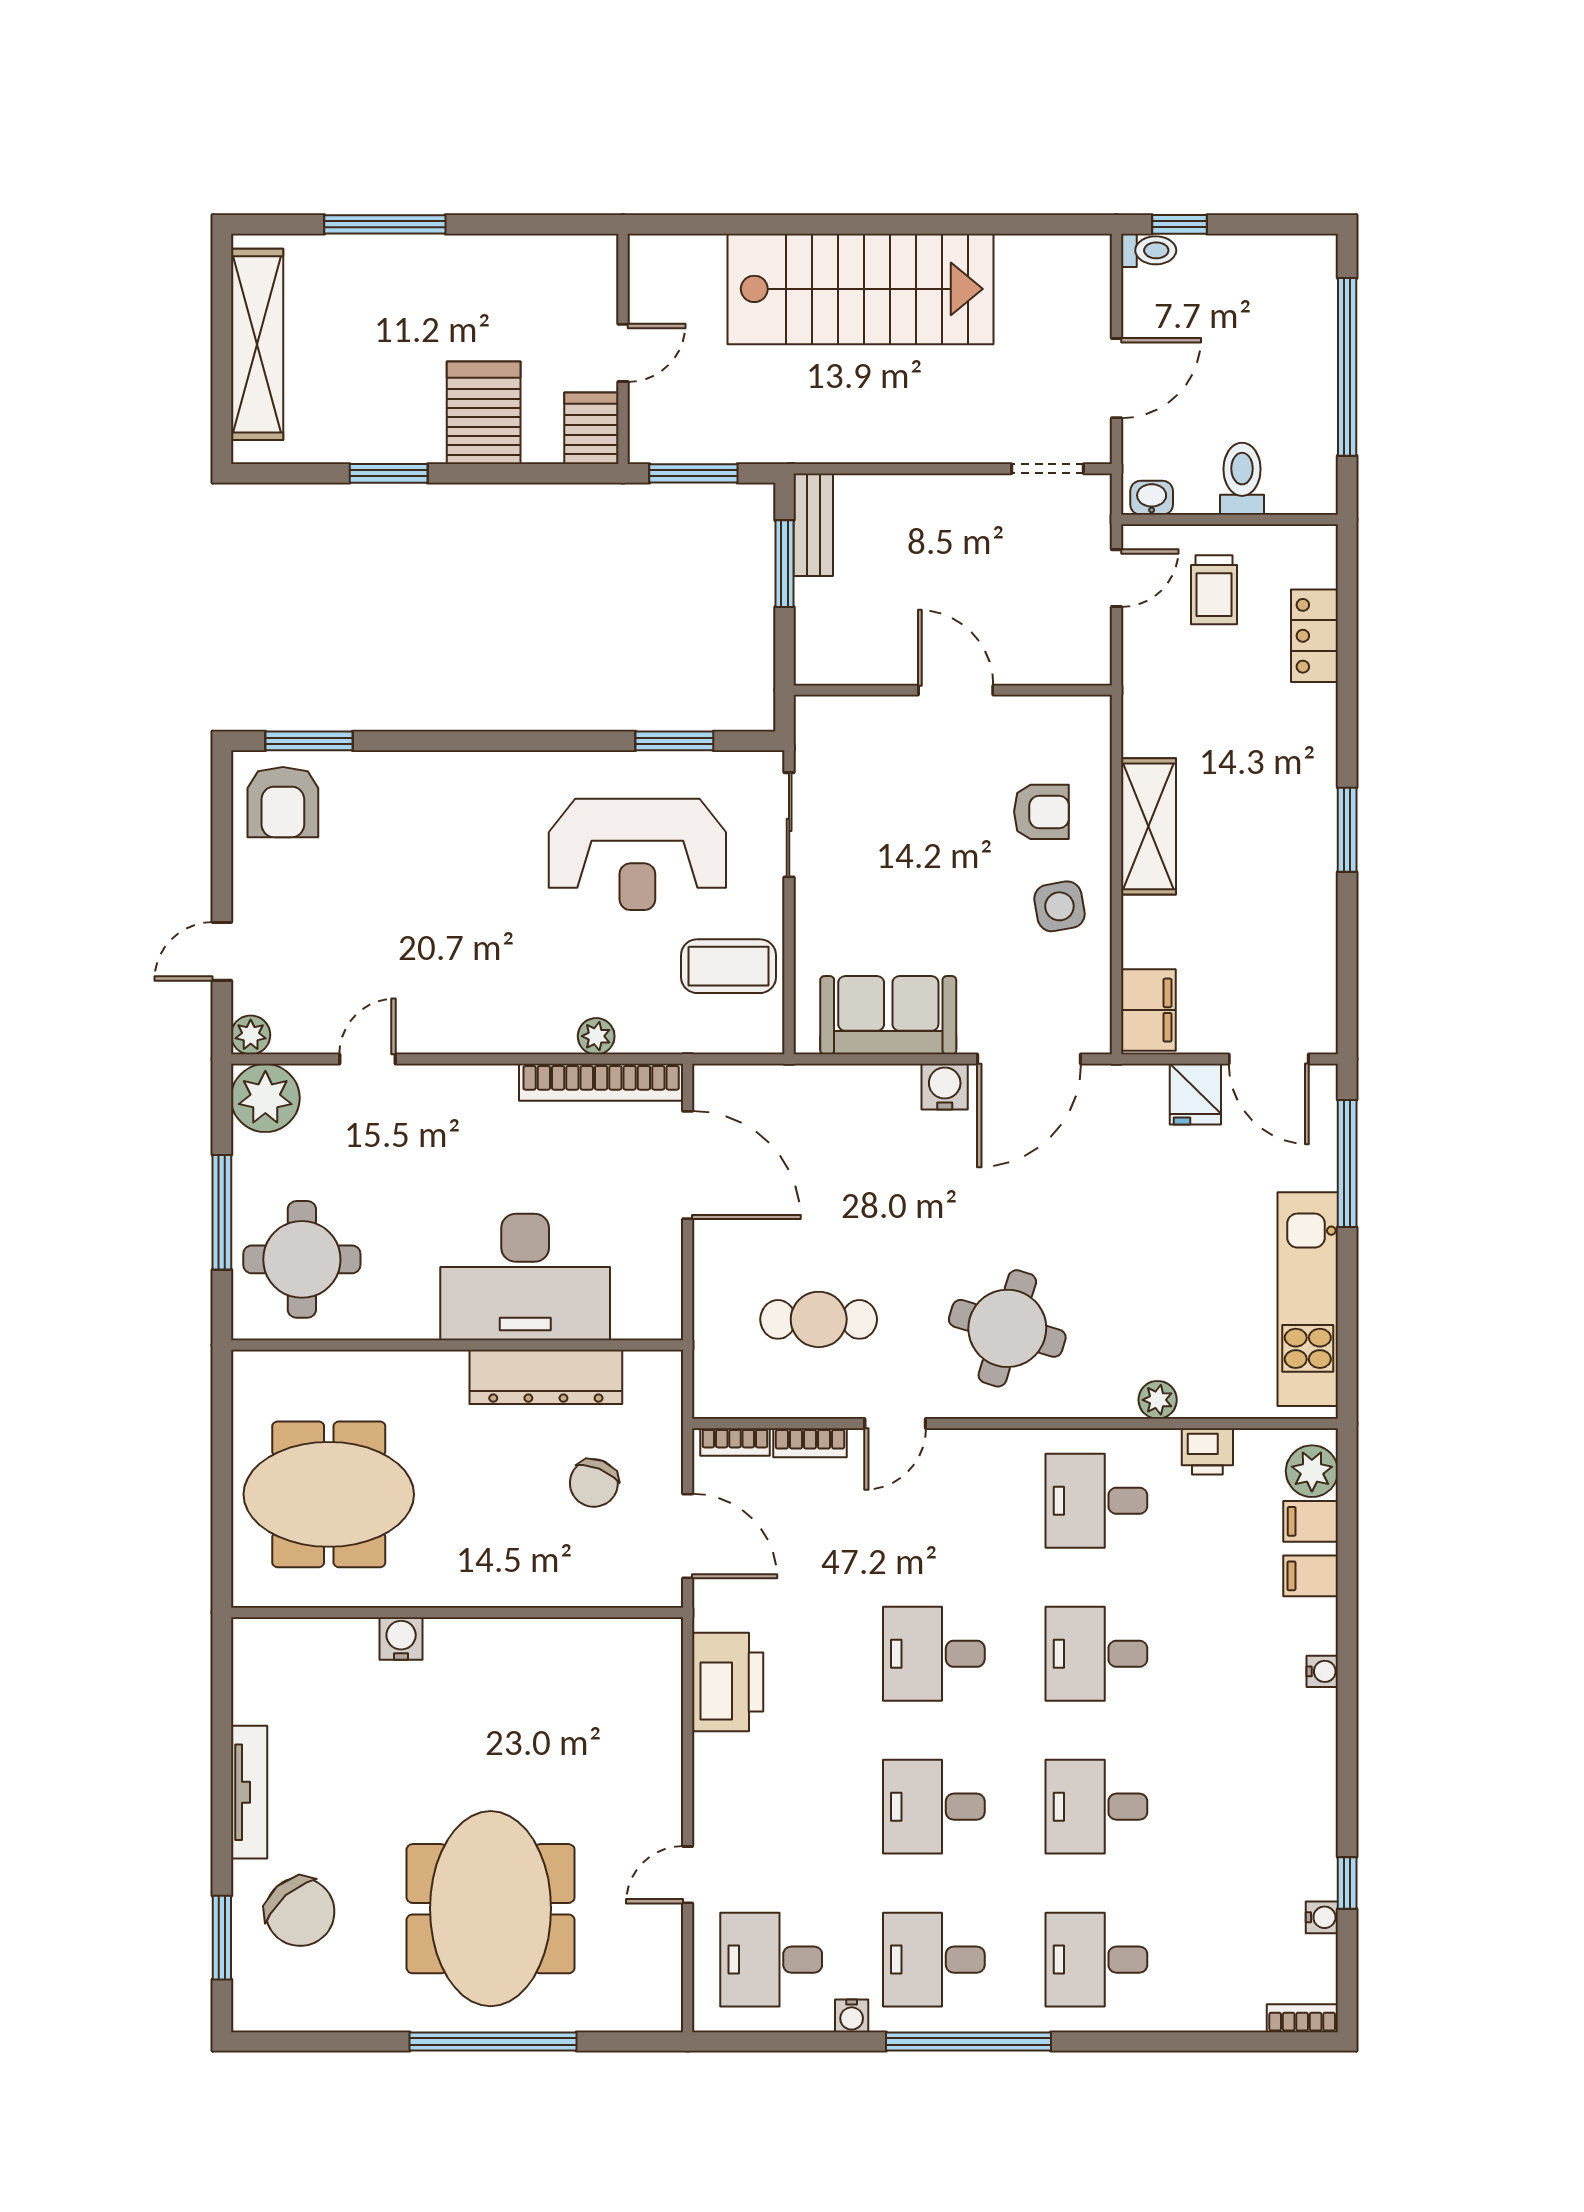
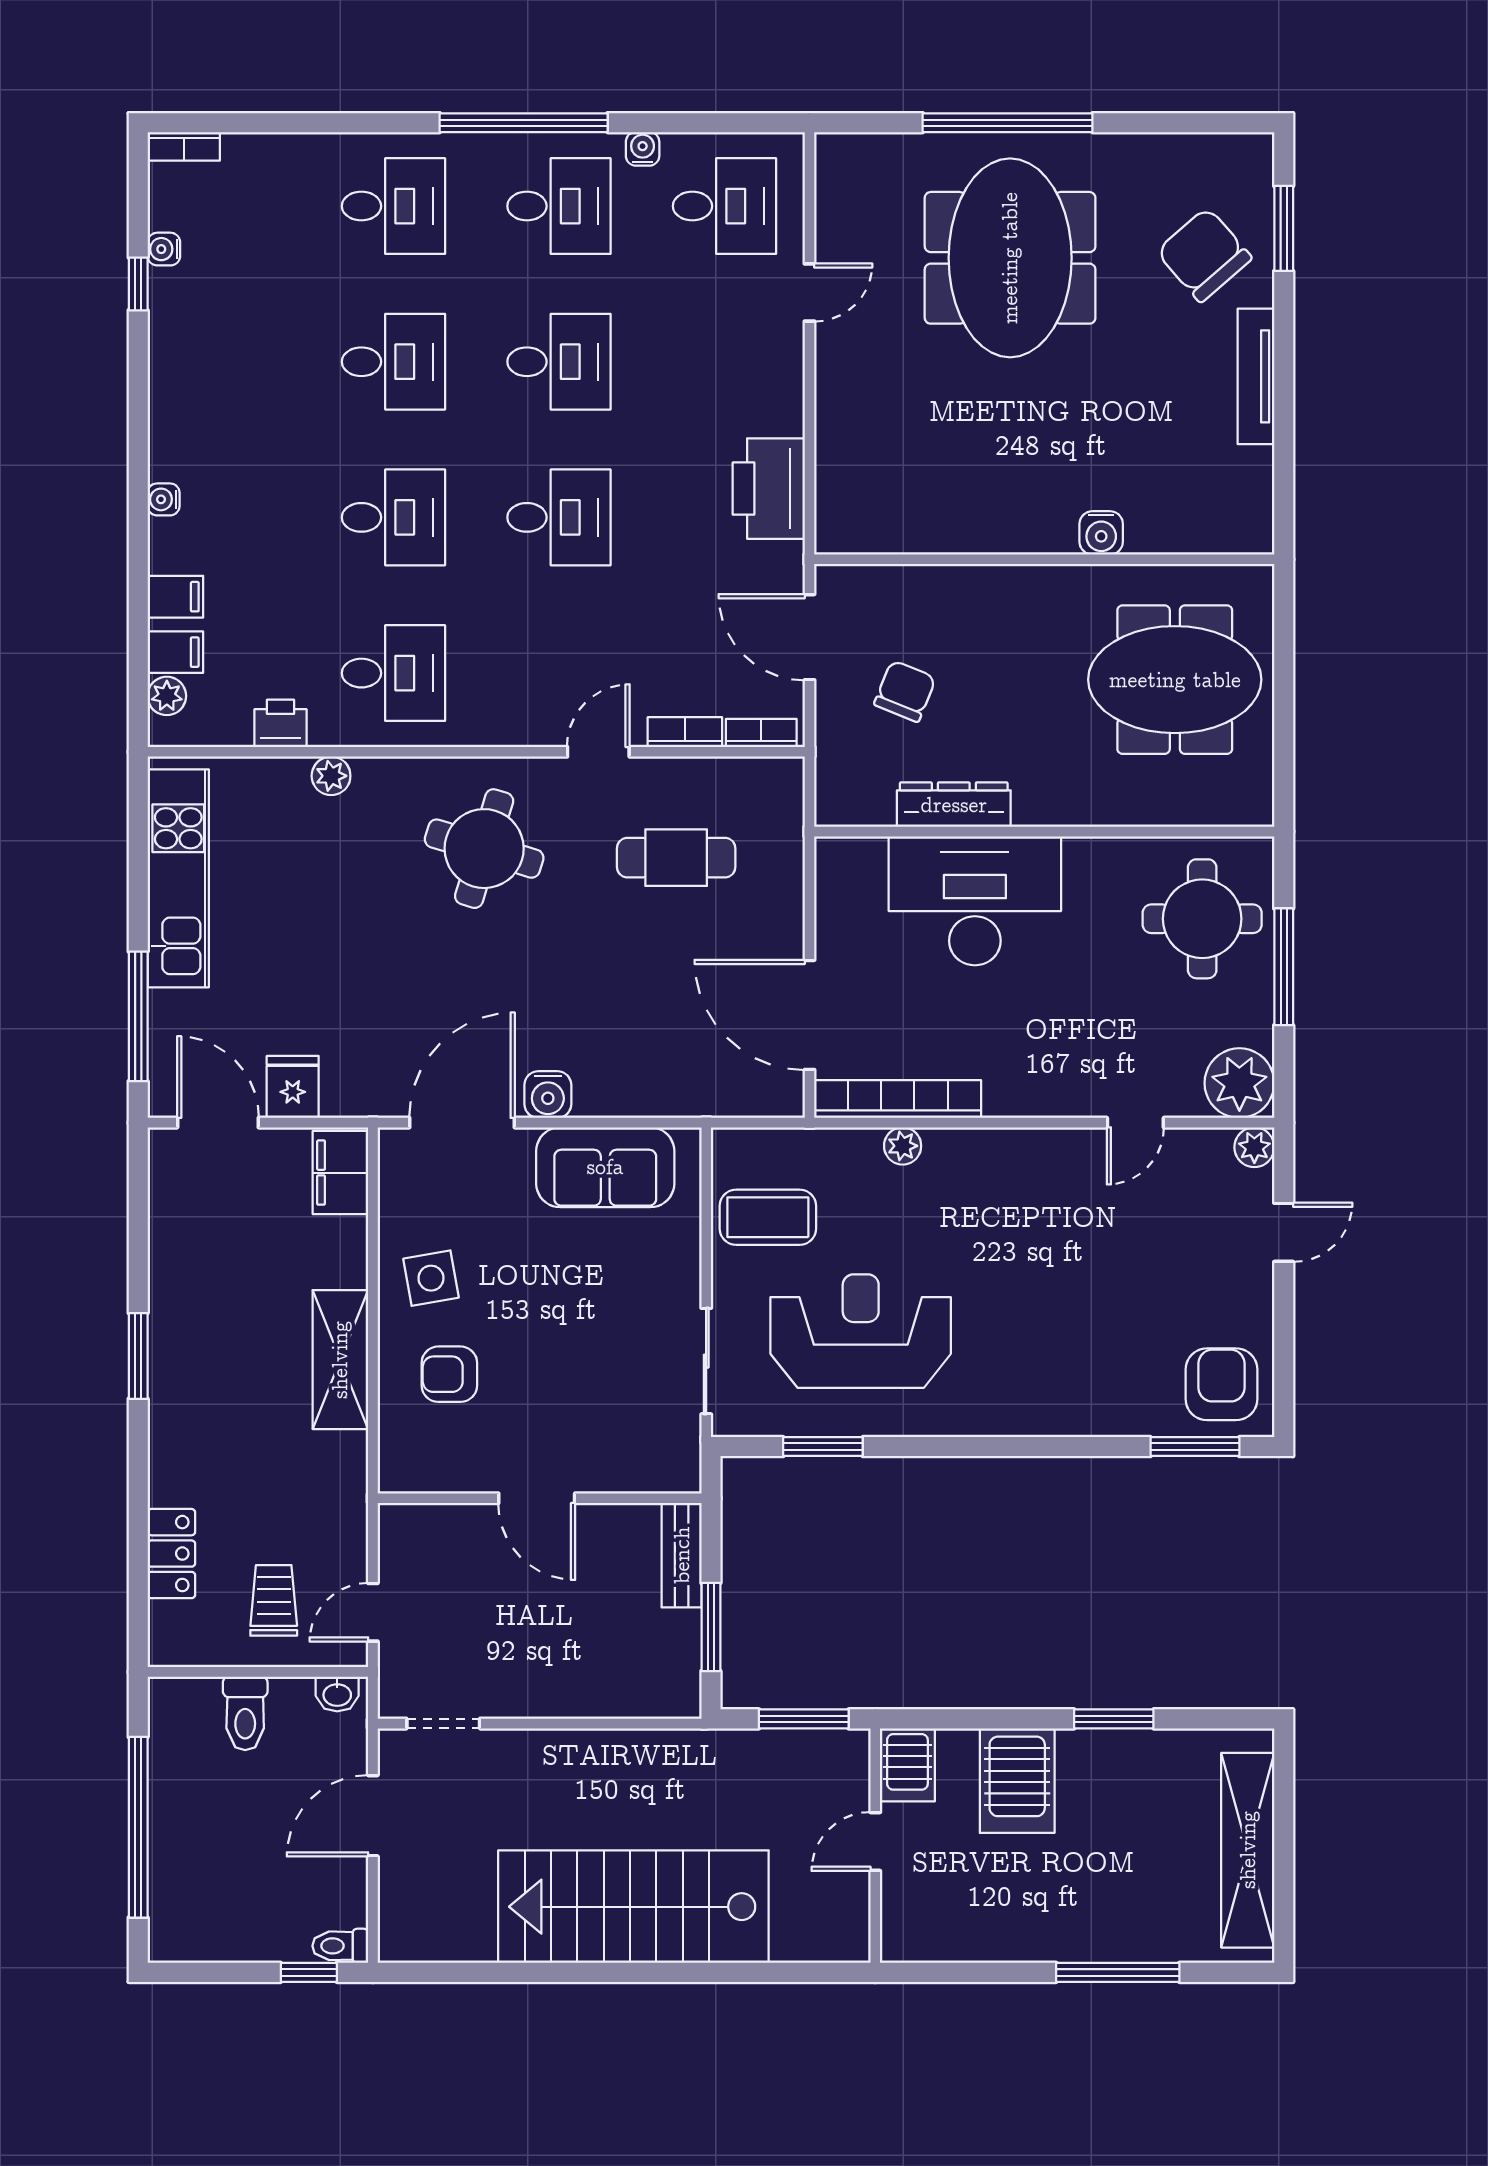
bench: (813, 525) -> (682, 1555), moved
dresser: (546, 1377) -> (954, 805), width x0.73, depth x0.80
plant: (1312, 1471) -> (167, 696), width x0.73, depth x0.73

